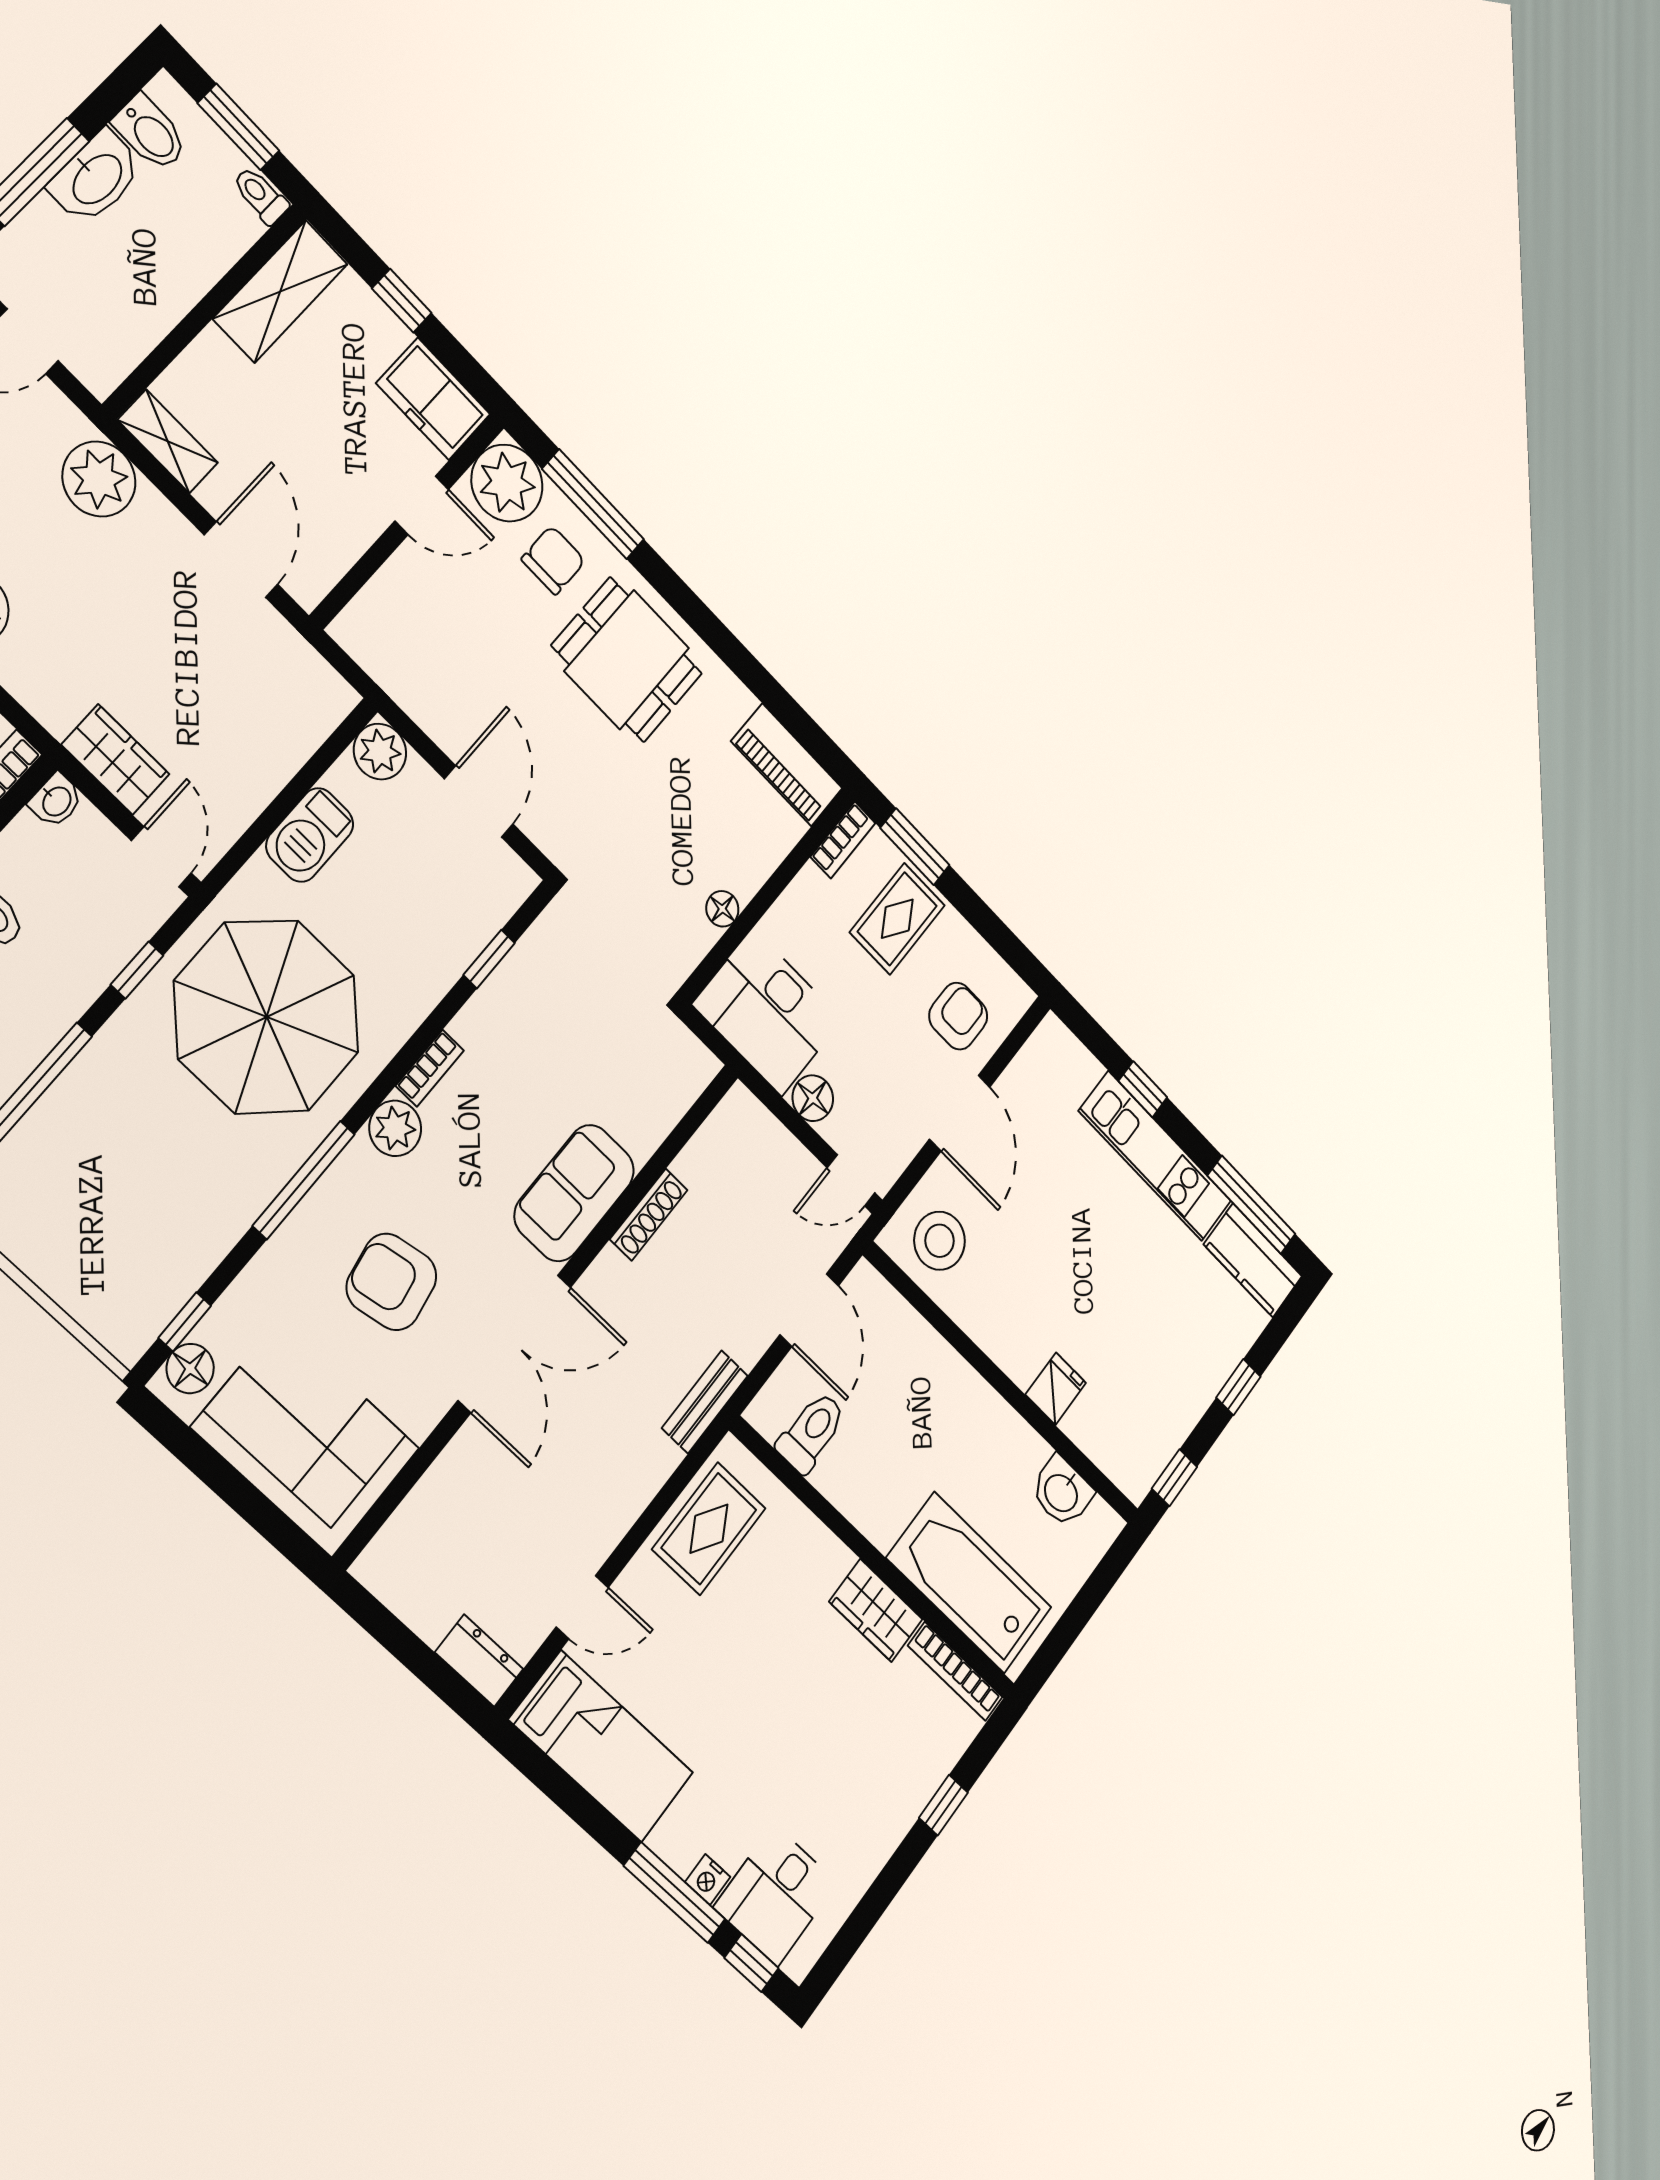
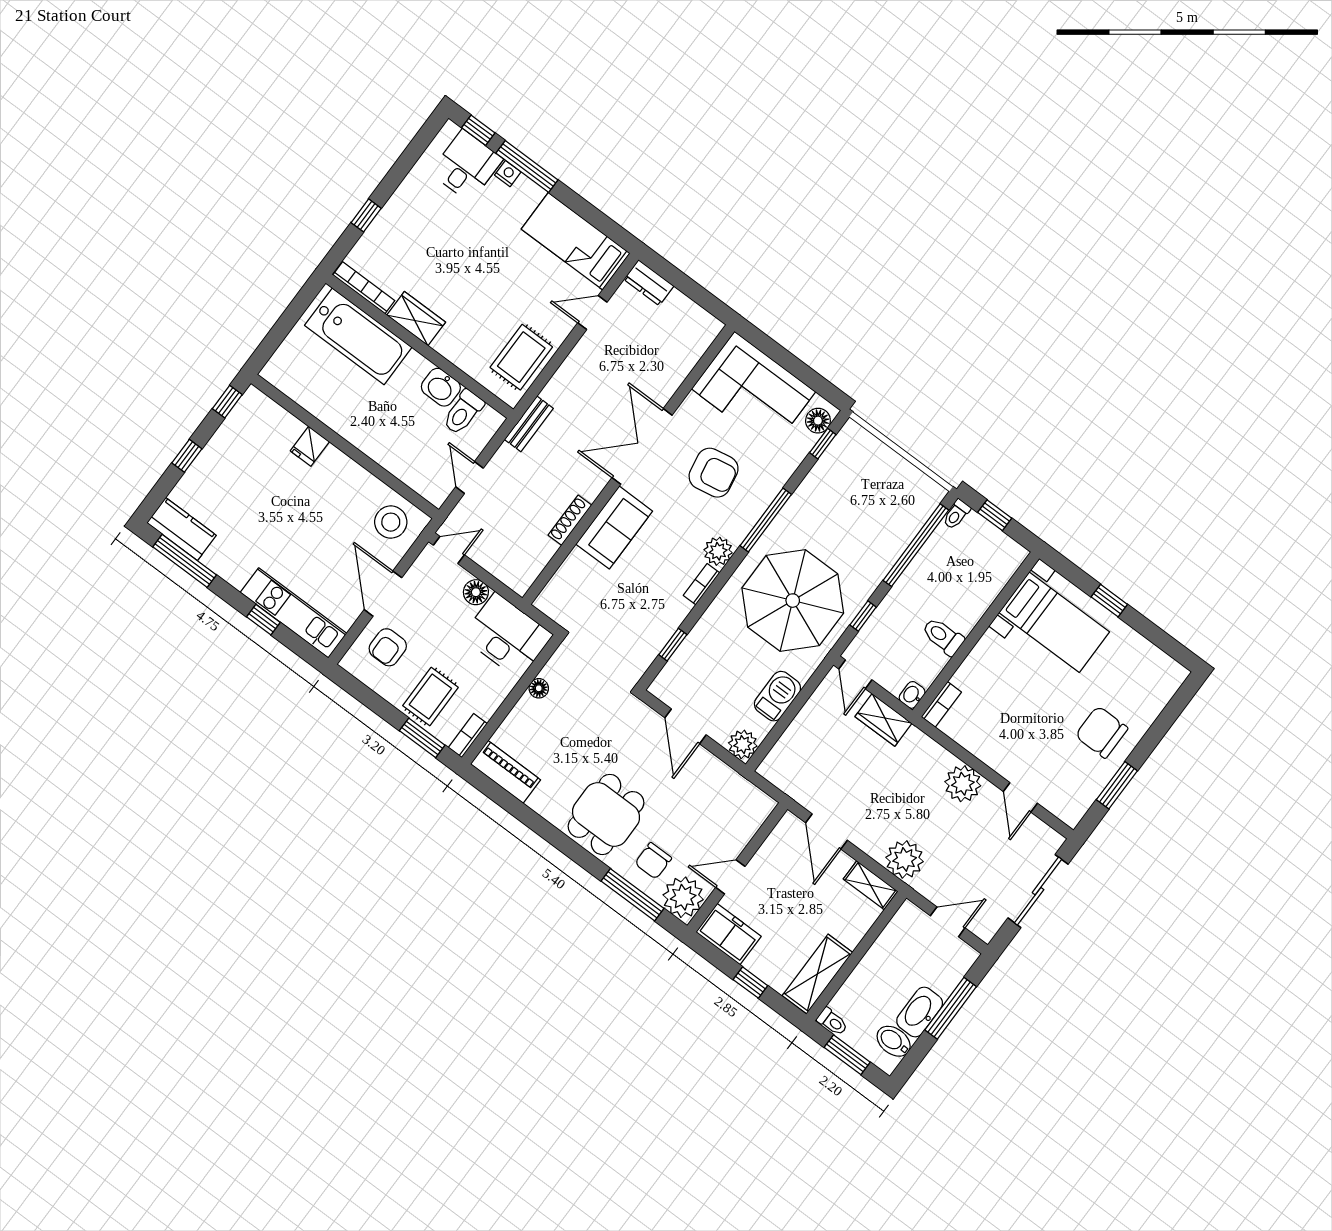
dining table: (627, 660) -> (606, 814), turned 90
kitchen unit: (1155, 1156) -> (293, 613), moved
door: (809, 1310) -> (469, 478), width x0.73
washbasin: (1062, 1492) -> (441, 387), moved, turned 180

